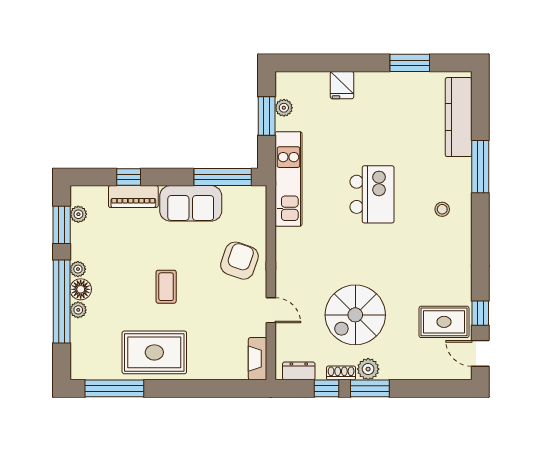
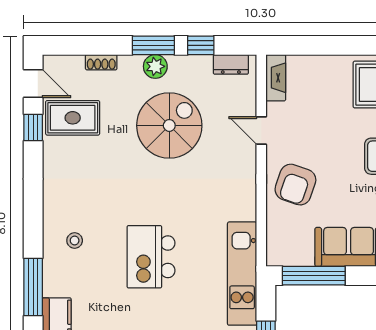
shoe rack: (341, 373) -> (101, 62), moved

